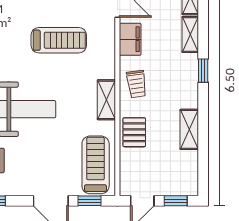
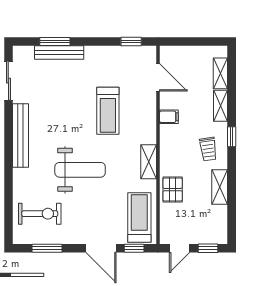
filing cabinet: (130, 39) -> (169, 117), width x0.50
treadmill: (59, 40) -> (108, 111), turned 90
trolley: (137, 84) -> (208, 149), moved

